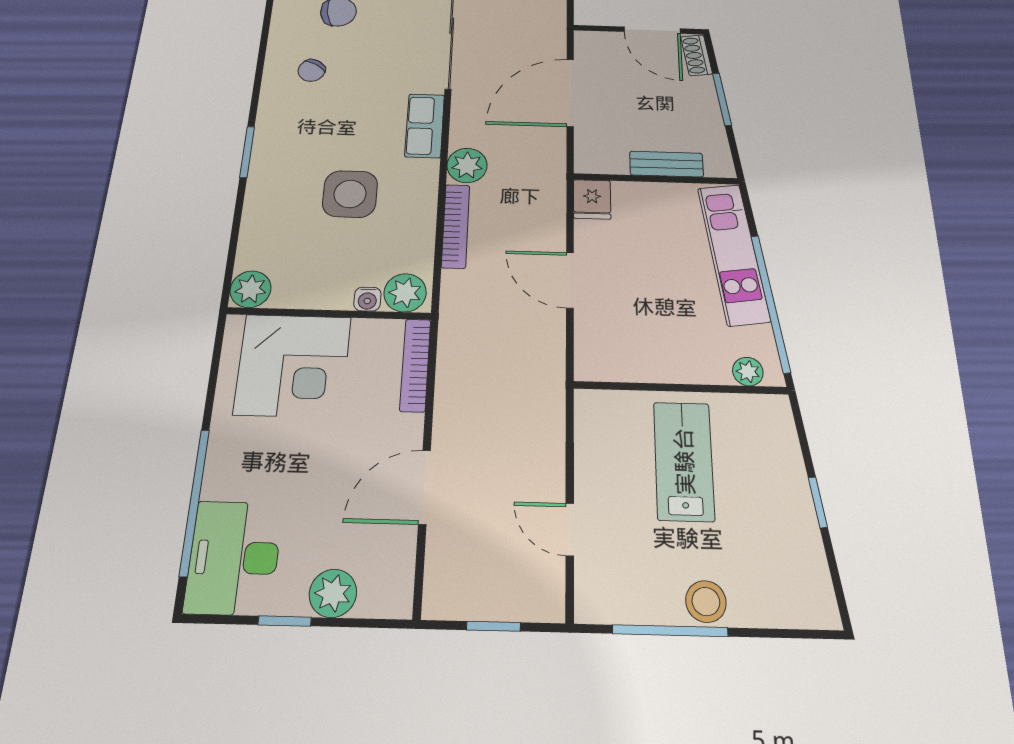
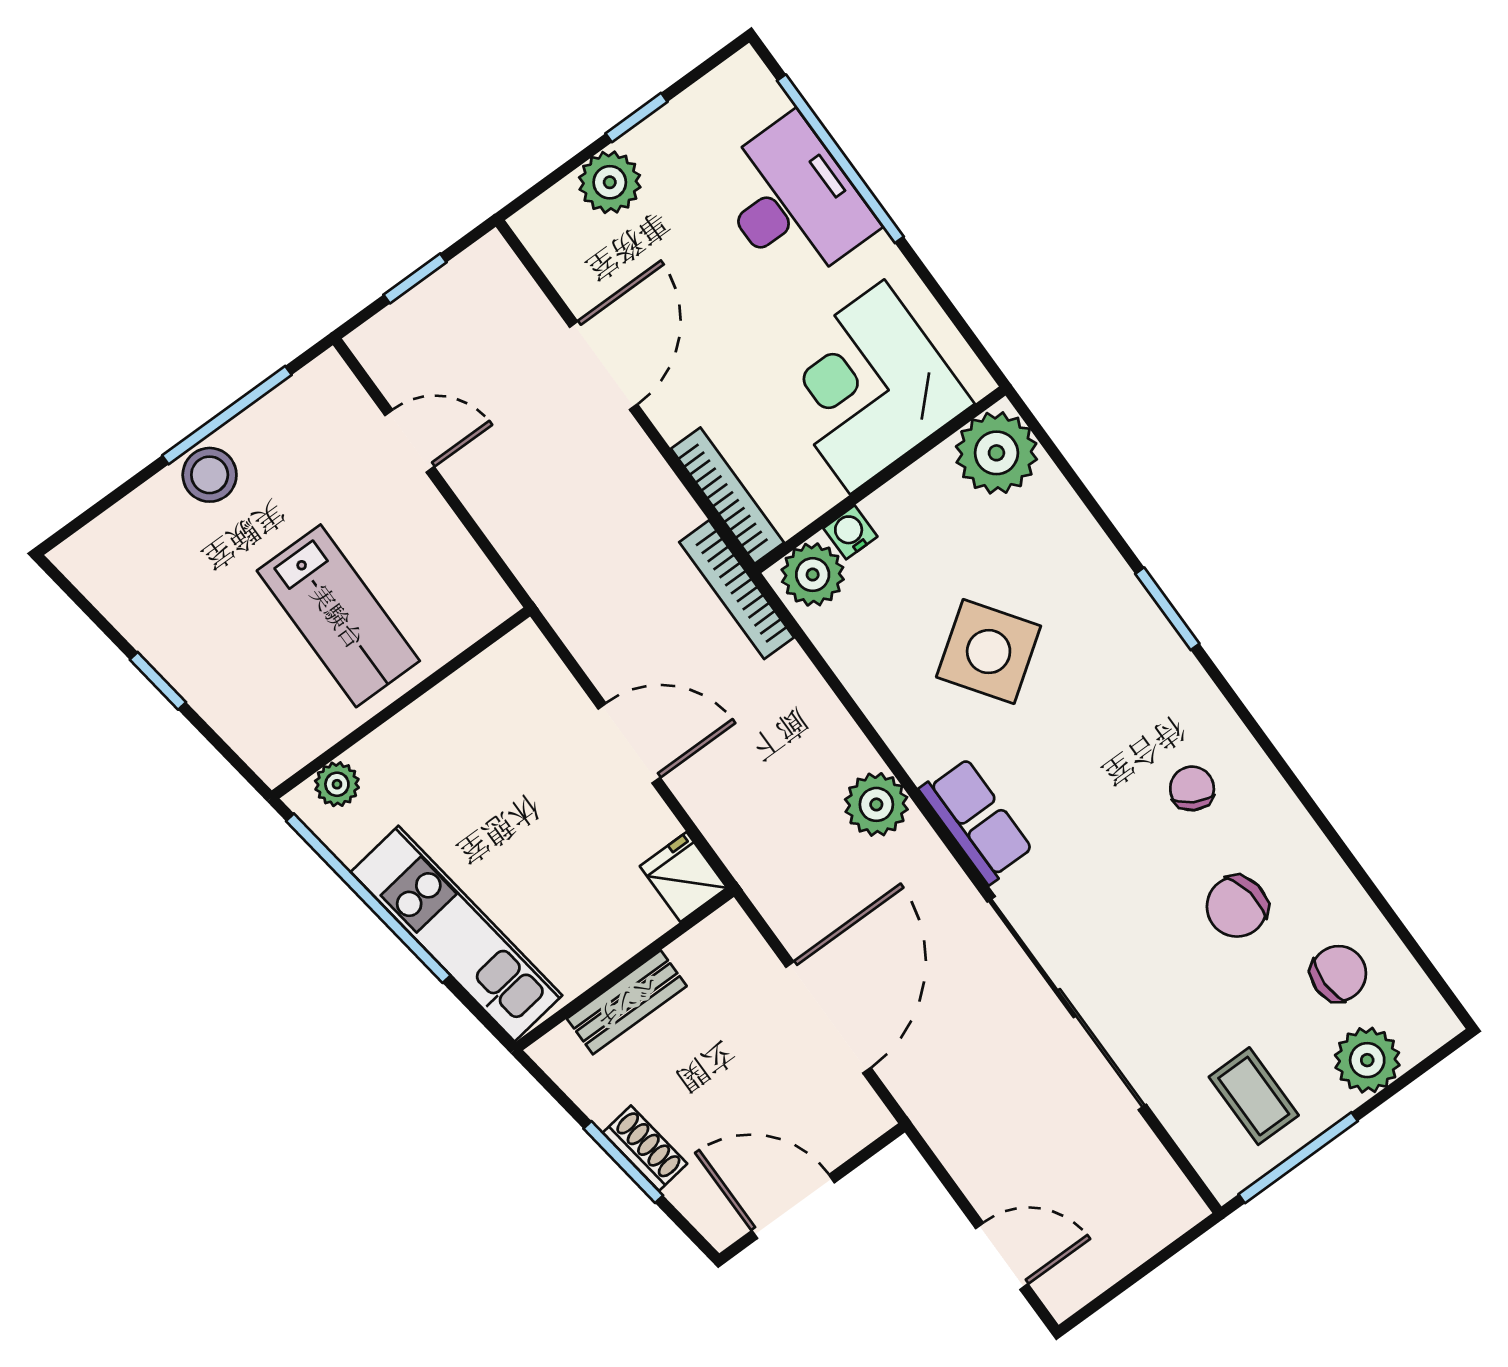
shoe rack: (697, 55) -> (645, 1148), moved
side table: (350, 194) -> (989, 652), turned -35
bookcase: (456, 226) -> (737, 590), moved
plant: (250, 289) -> (996, 453), width x1.36, depth x1.36
desk: (234, 558) -> (793, 201), moved

